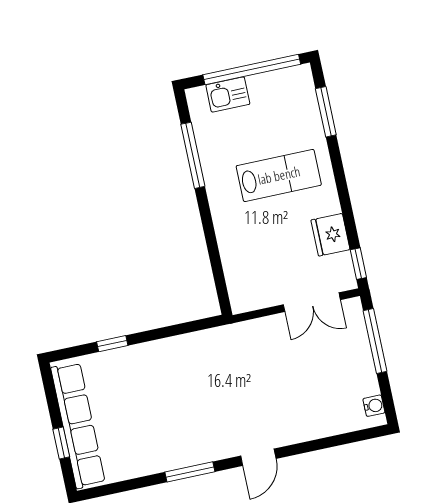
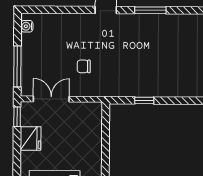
window: (112, 344) -> (144, 100), moved
chair: (273, 363) -> (84, 66), added

